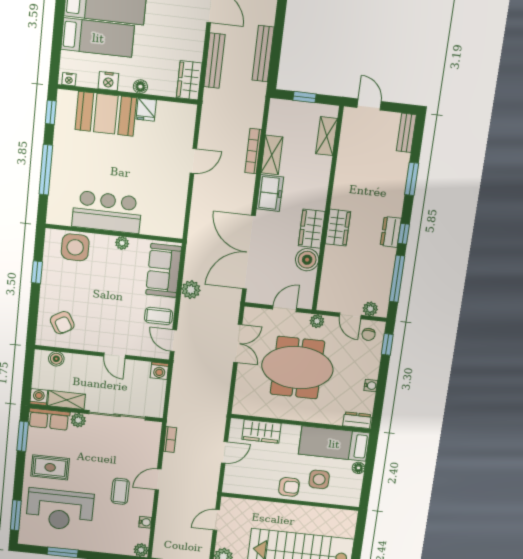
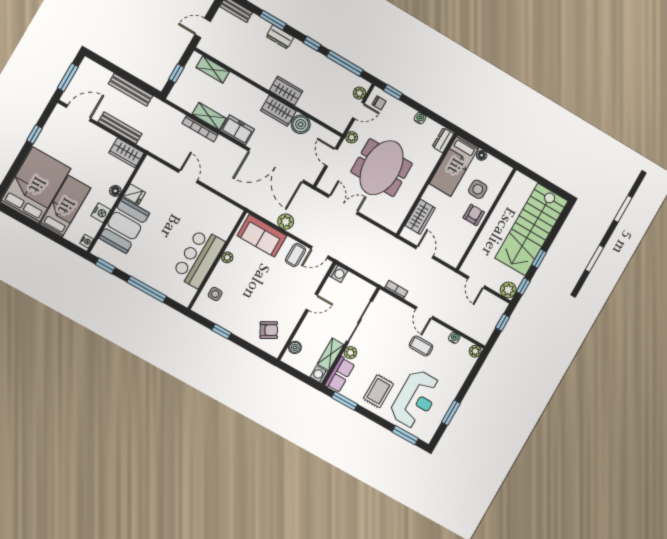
dresser: (391, 232) -> (280, 37), moved
side table: (75, 247) -> (215, 294), width x0.54, depth x0.54

